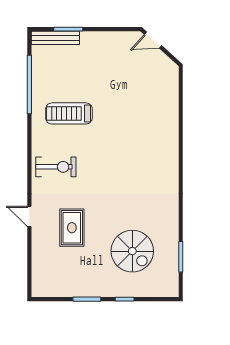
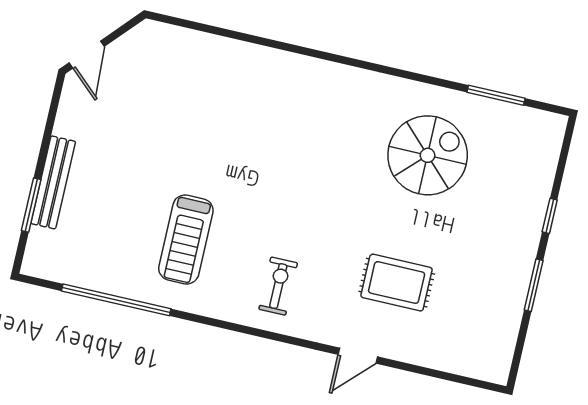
bench: (55, 38) -> (53, 182), moved
exercise bike: (56, 167) -> (278, 286), width x0.73, depth x0.72
spiral stairs: (132, 251) -> (428, 155), moved

